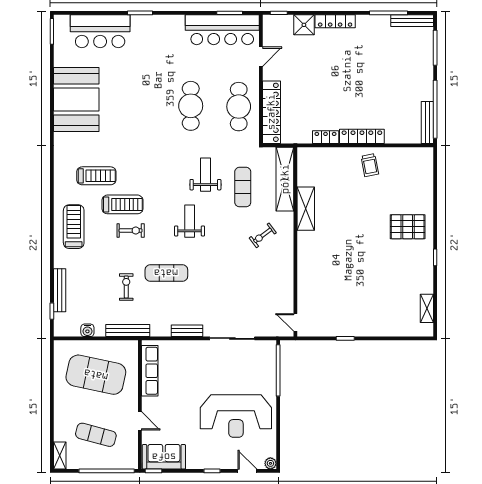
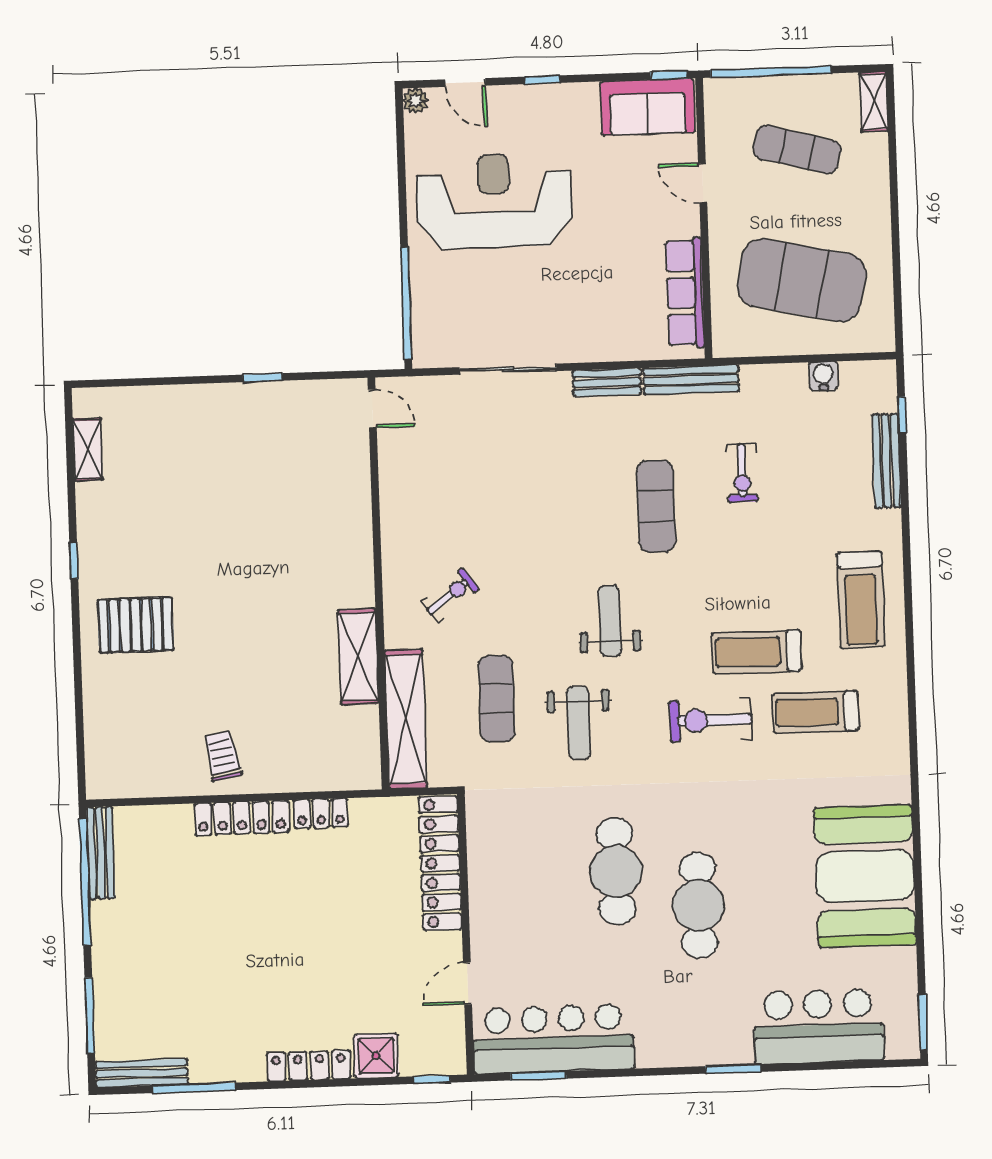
cafe table: (239, 107) -> (699, 905), moved
weight bench: (190, 221) -> (610, 620), turned 180
exercise bike: (131, 231) -> (711, 720), moved, width x1.38, depth x1.39
exercise mat: (166, 273) -> (656, 506), turned 90
bench: (128, 331) -> (691, 380), moved

